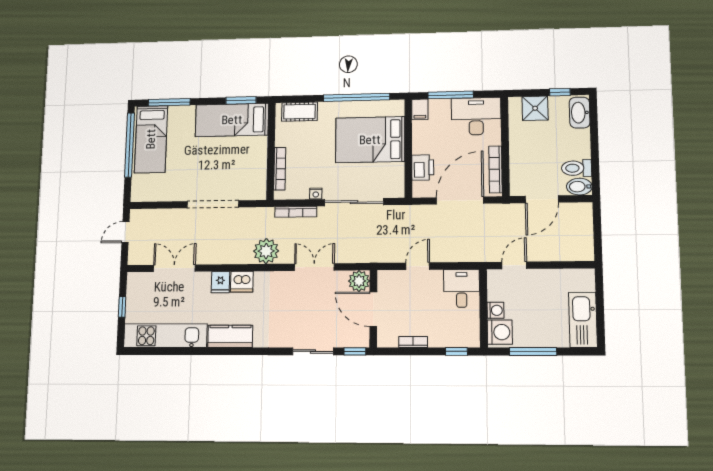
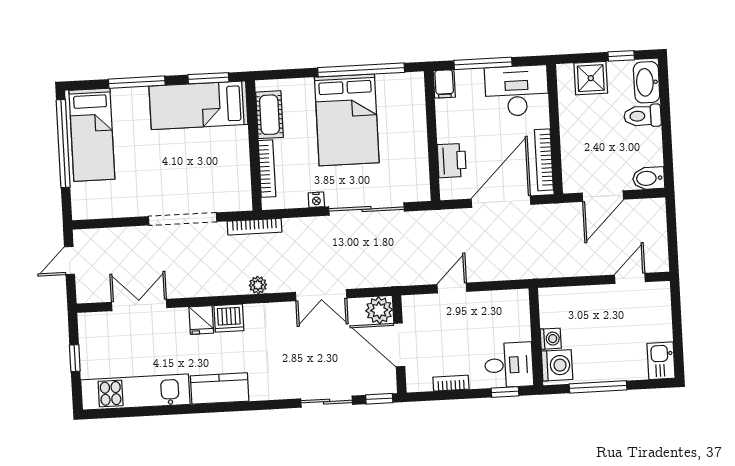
window: (169, 102) -> (137, 82), moved
cot: (300, 112) -> (269, 115), moved, turned 90
bed: (370, 140) -> (347, 120), moved, turned -90
toilet: (577, 168) -> (642, 116), moved
bookcase: (296, 212) -> (255, 227), moved
plant: (266, 251) -> (258, 285), width x0.53, depth x0.53
door: (514, 265) -> (630, 278), moved
double door: (314, 267) -> (321, 295), swing flipped
desk: (462, 288) -> (509, 365), moved, turned 90
kitchen sink: (583, 320) -> (661, 361), width x0.53, depth x0.81

